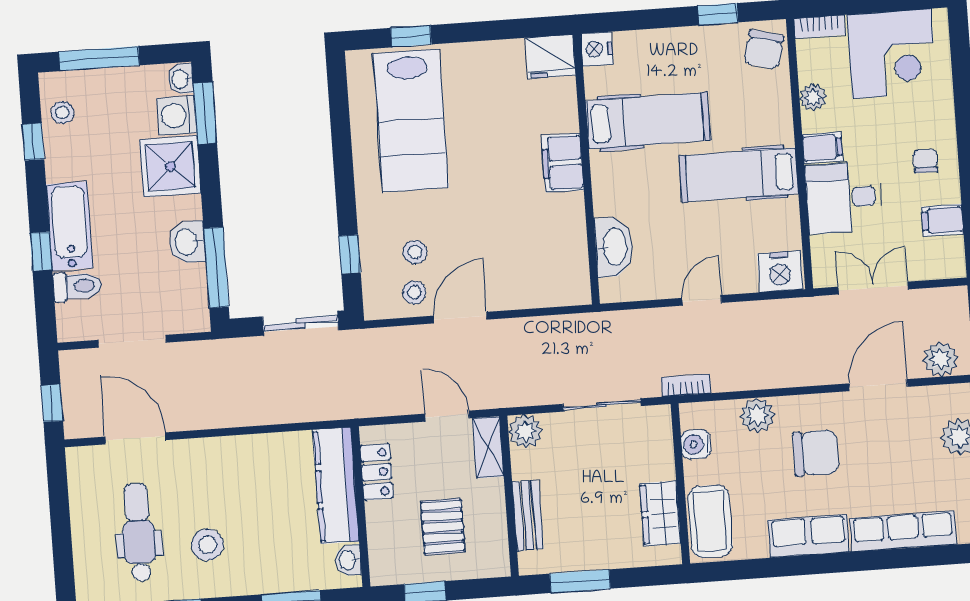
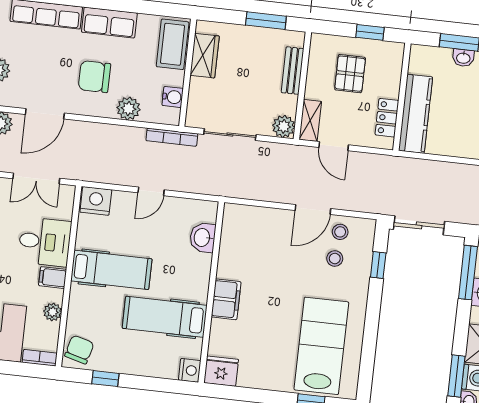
washbasin: (614, 247) -> (203, 238), width x0.72
bookcase: (686, 385) -> (172, 137), width x1.56
washbasin: (348, 560) -> (463, 58), moved, turned 90

